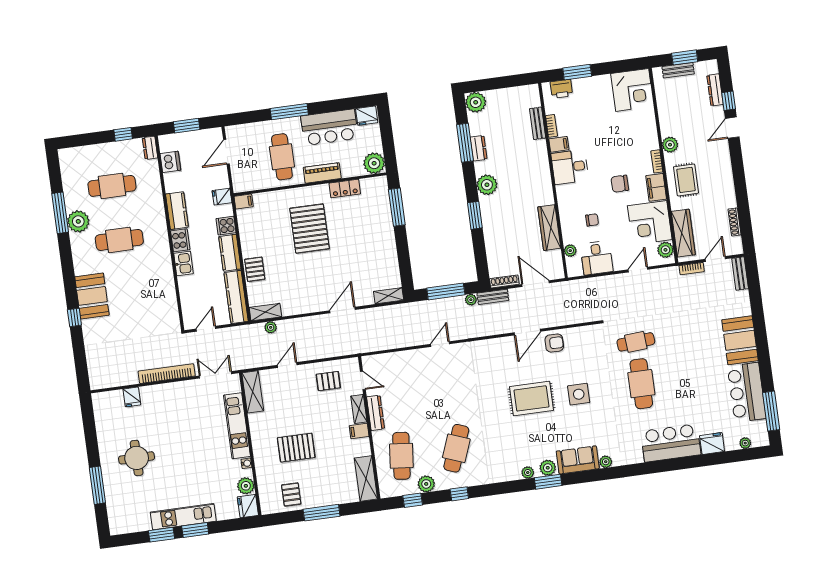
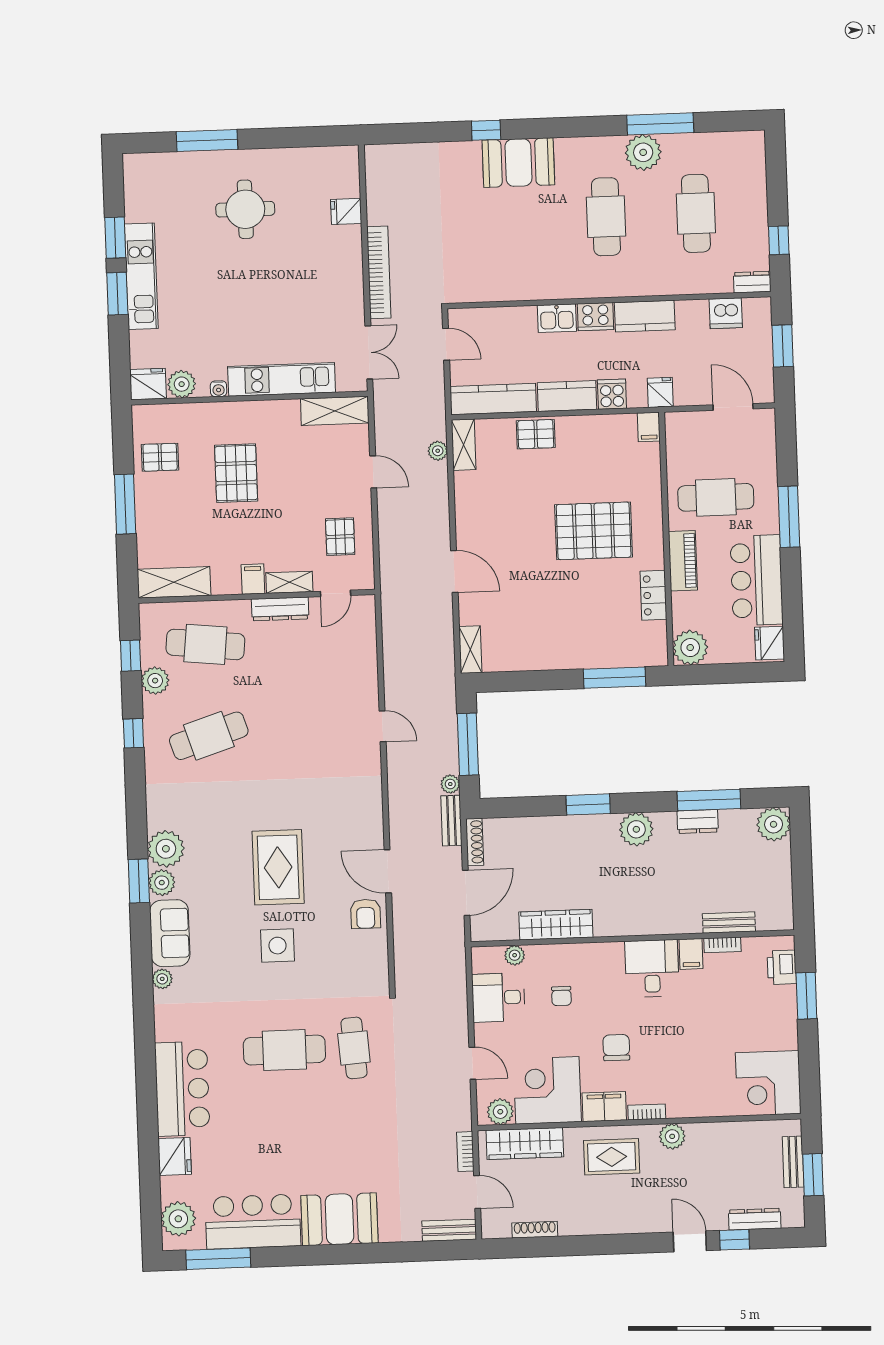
plant: (745, 443) -> (178, 1219), width x1.88, depth x1.88
cafe table: (456, 448) -> (209, 736), turned -39
plant: (528, 473) -> (166, 849), width x1.87, depth x1.87

